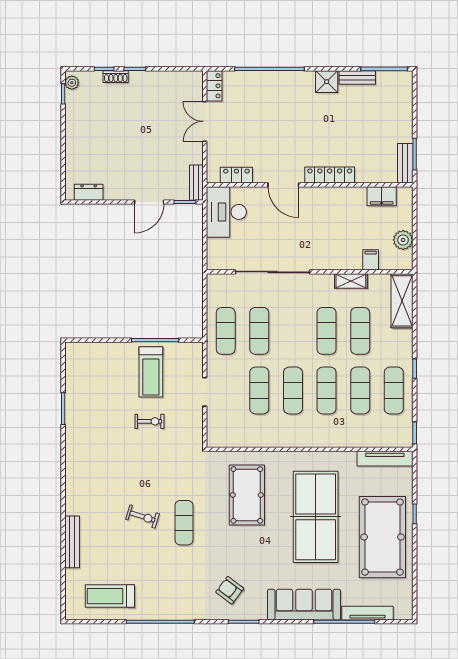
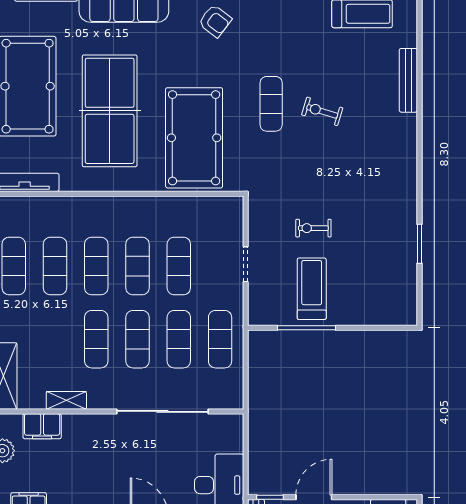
filing cabinet: (371, 260) -> (42, 426), width x2.00
exercise mat: (360, 331) -> (138, 339), moved
pool table: (247, 495) -> (194, 138), width x1.36, depth x1.32

